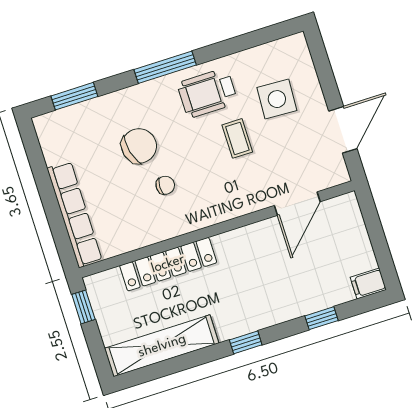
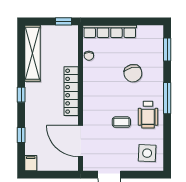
wheelchair: (207, 93) -> (148, 115), turned 180
side table: (277, 99) -> (147, 153), moved
chair: (165, 185) -> (89, 56), moved
door: (297, 204) -> (81, 141), width x1.36
locker: (168, 264) -> (71, 91), moved

